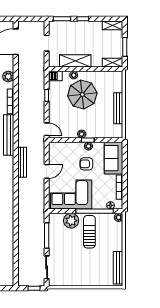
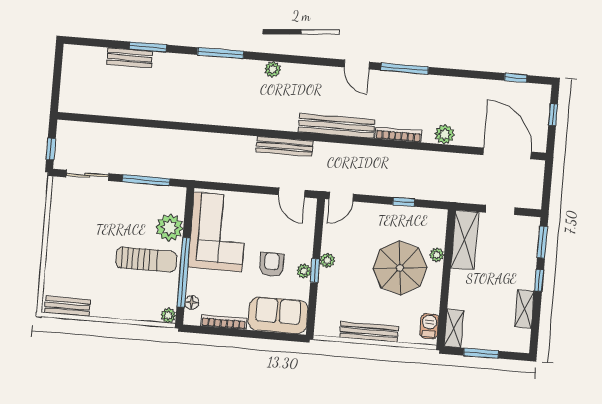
shelving: (113, 25) -> (524, 309), moved
shelving: (75, 61) -> (465, 240), moved
barbecue: (55, 76) -> (429, 326), moved
door: (47, 171) -> (292, 192), moved
bench: (118, 268) -> (68, 306), width x0.73

